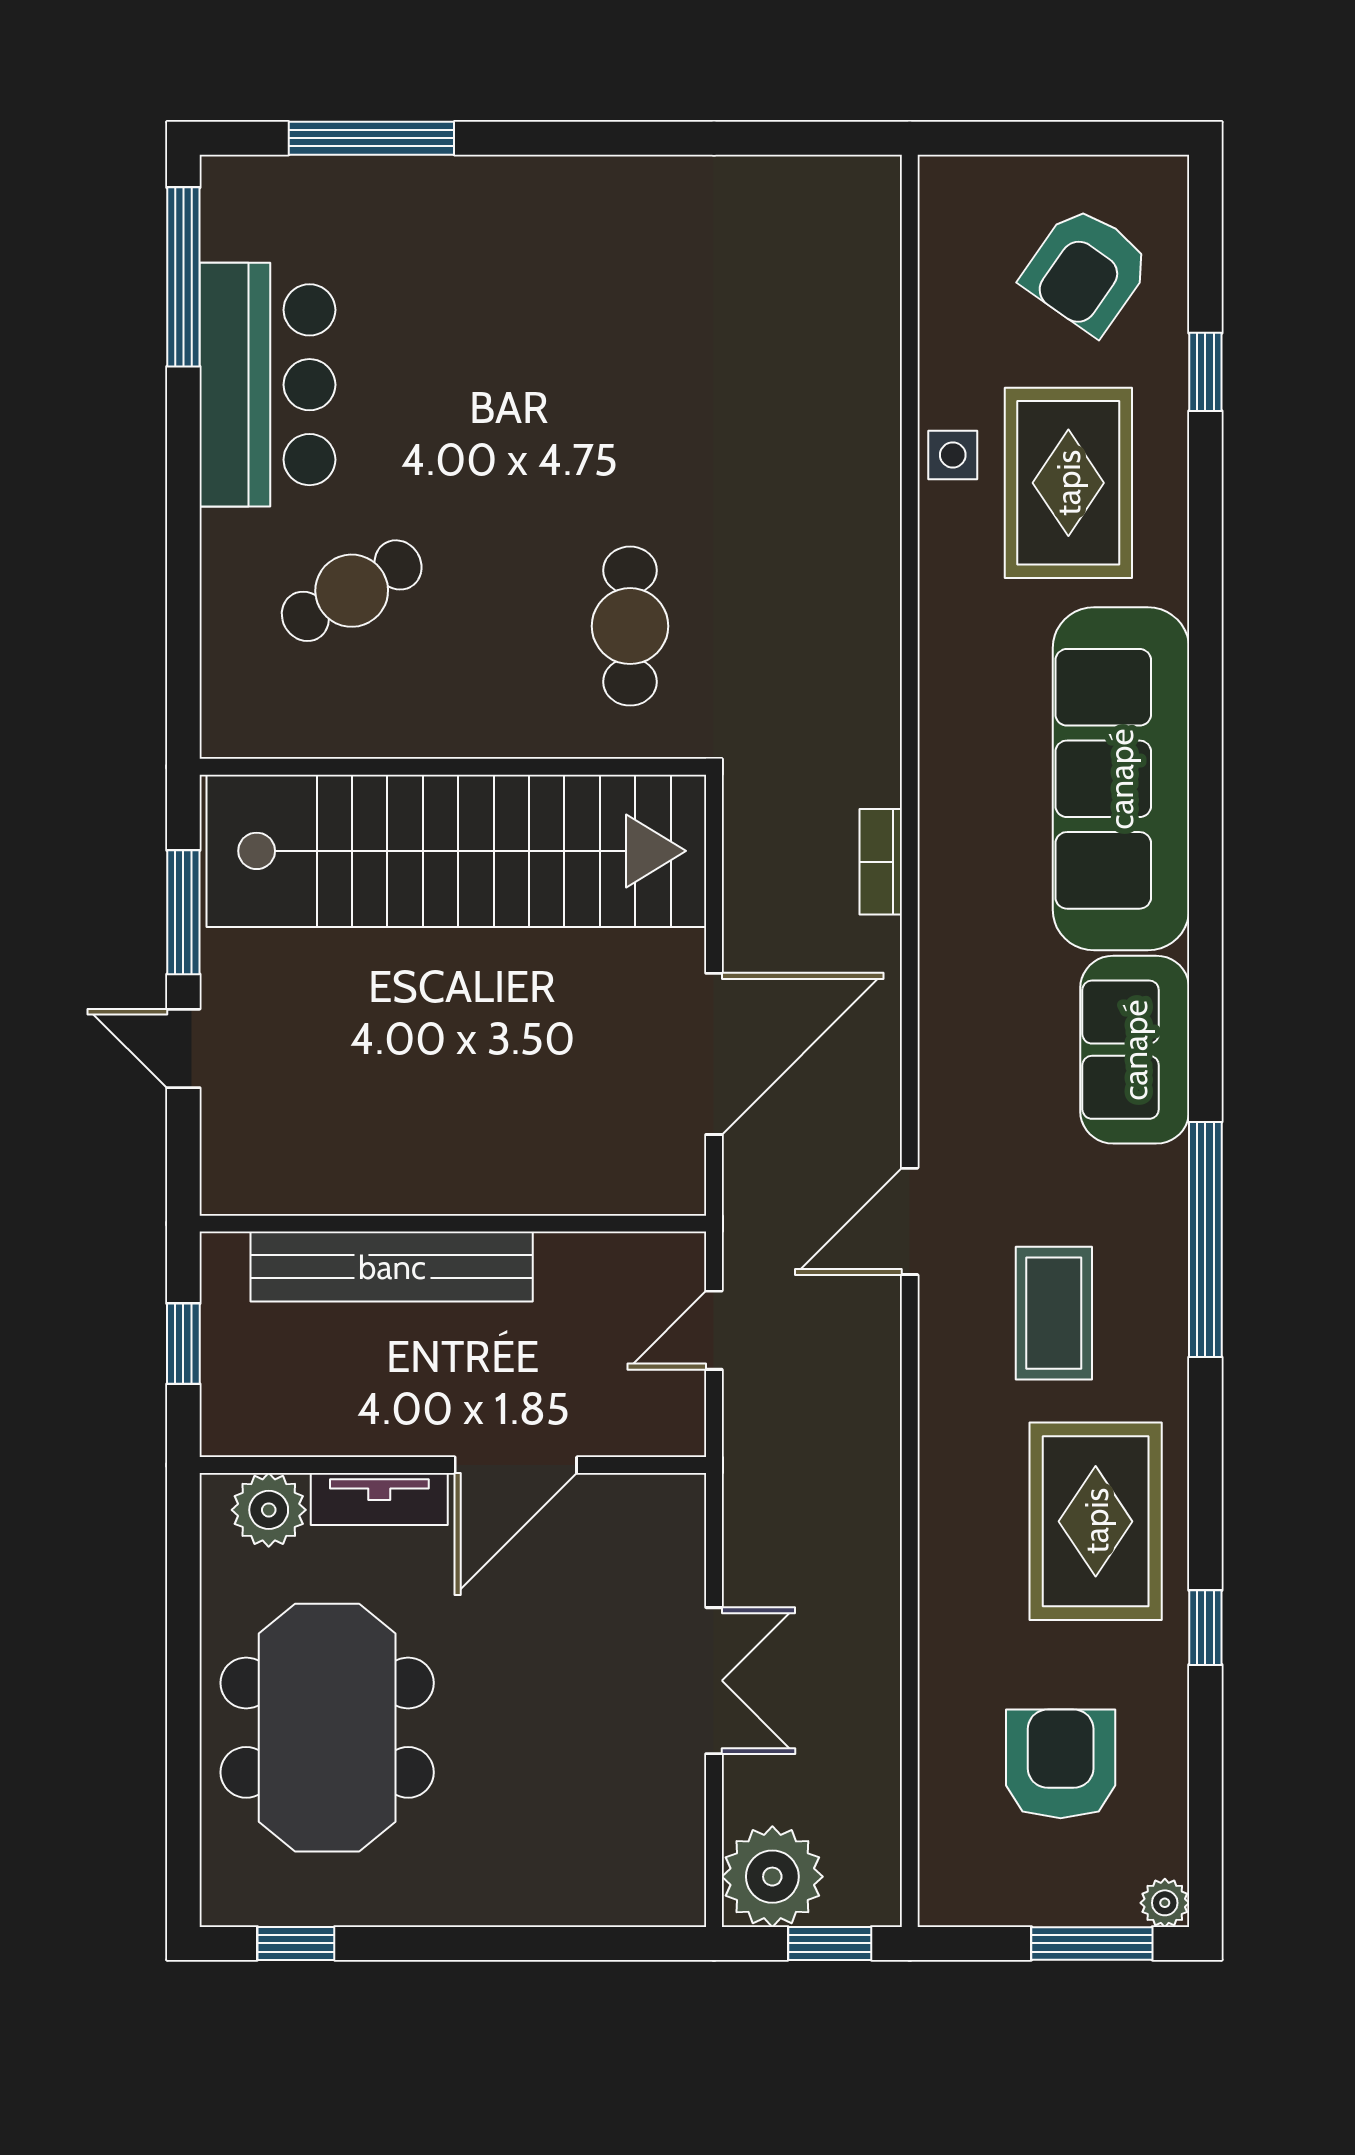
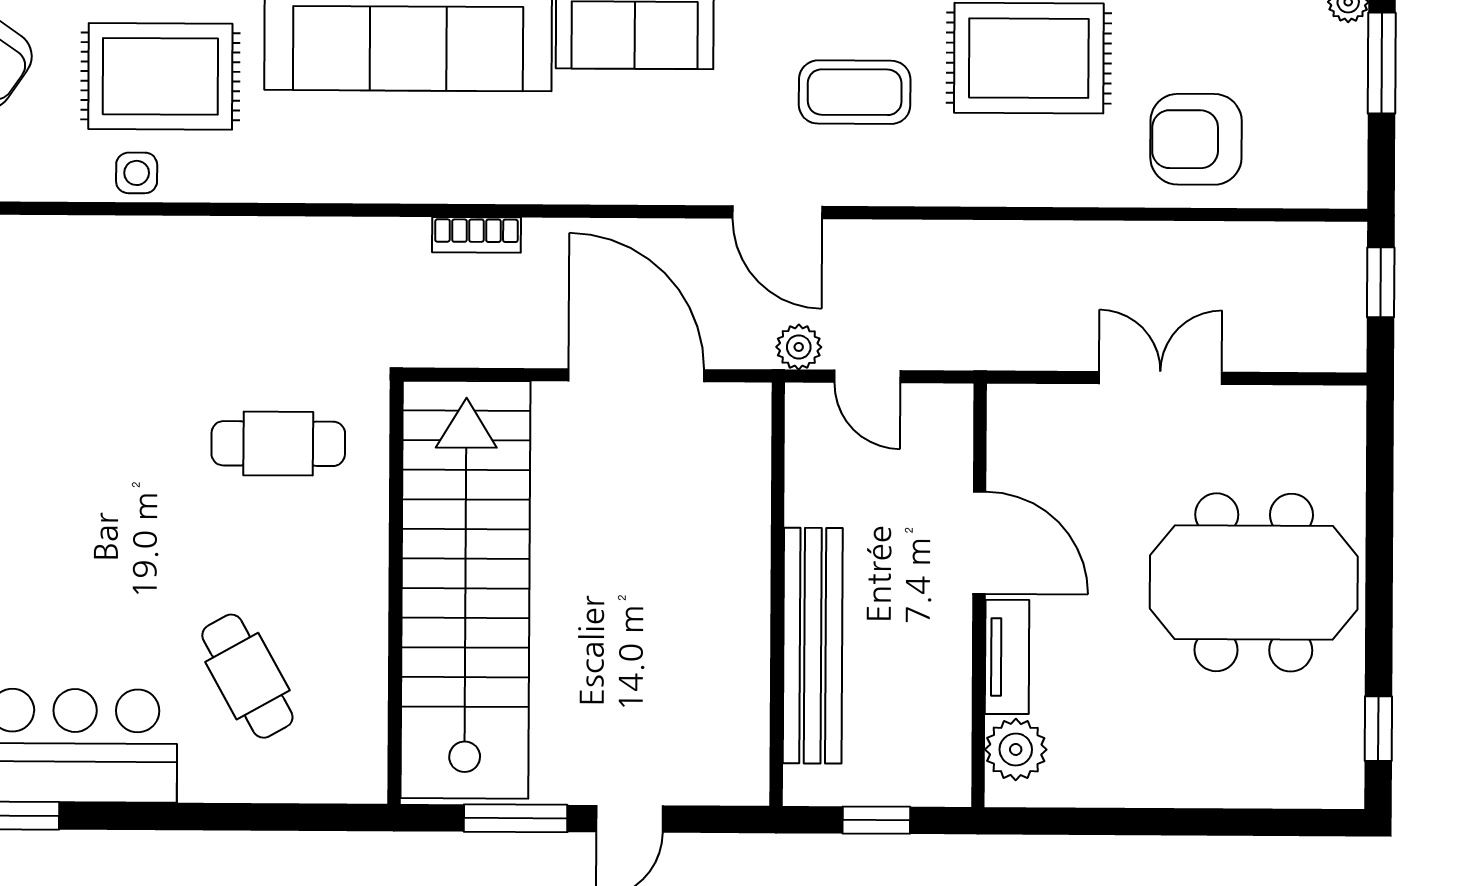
meeting table: (327, 1728) -> (1254, 582), moved
armchair: (1061, 1764) -> (1196, 139), moved
plant: (772, 1877) -> (799, 347), moved, width x0.53, depth x0.53

